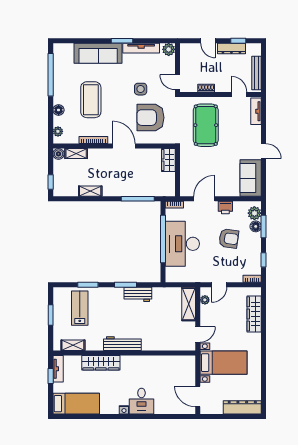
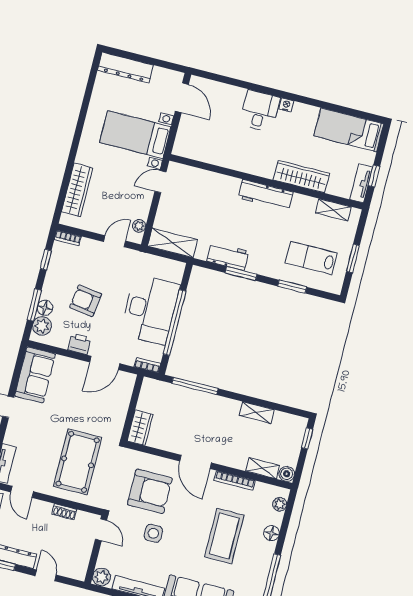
shelving: (189, 304) -> (173, 243), moved, turned 90
lab bench: (80, 308) -> (311, 258), turned 90

